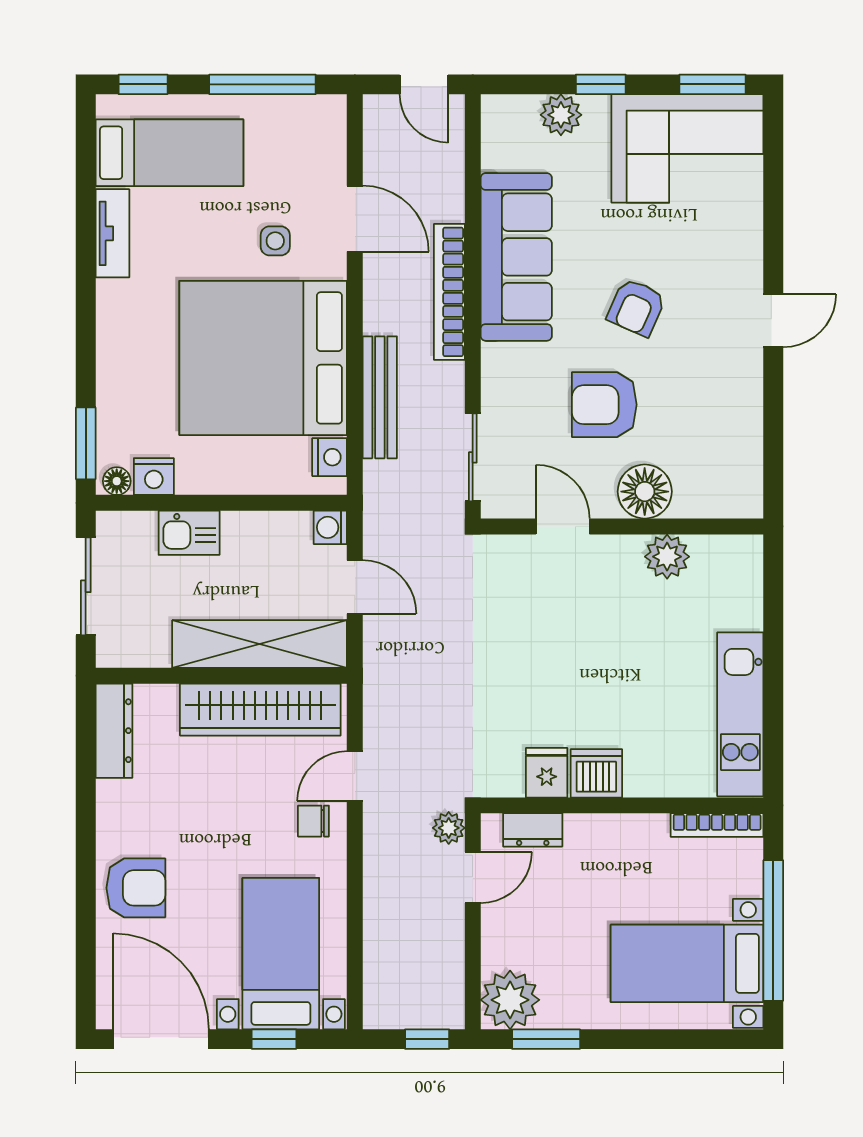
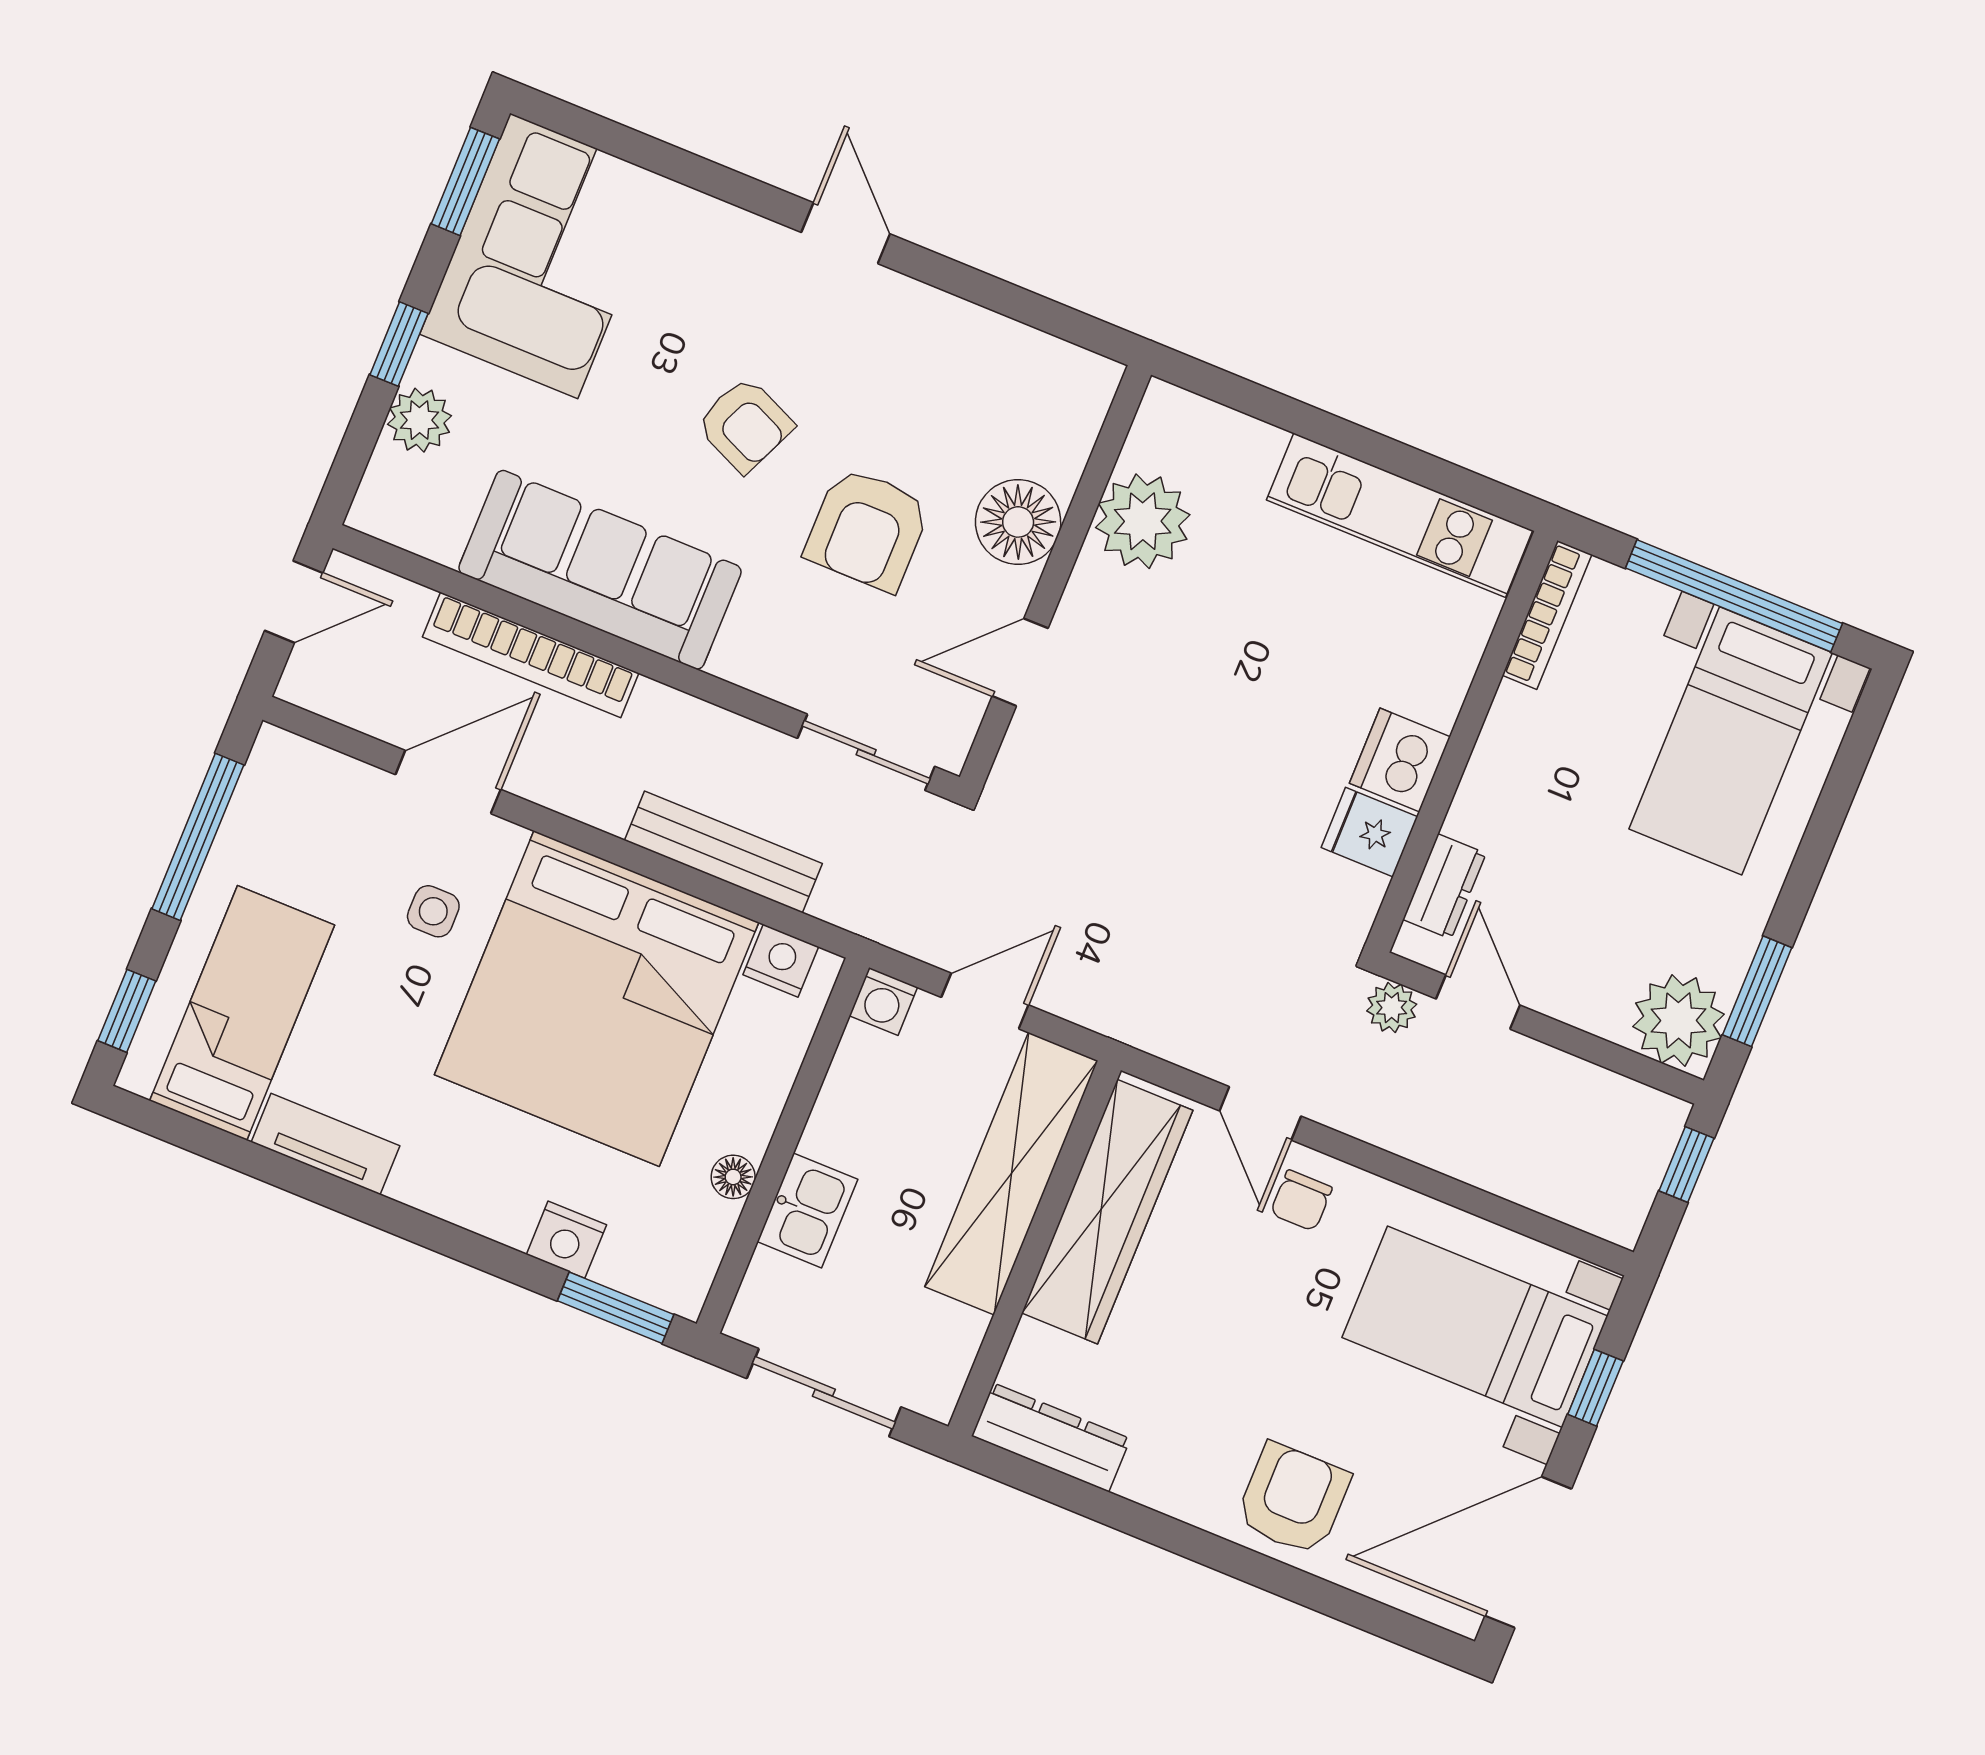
bookcase: (449, 292) -> (531, 655), moved
nightstand: (154, 477) -> (566, 1240), moved, turned 90
floor lamp: (117, 481) -> (733, 1177), moved
plant: (667, 557) -> (1143, 521), width x1.36, depth x1.36

